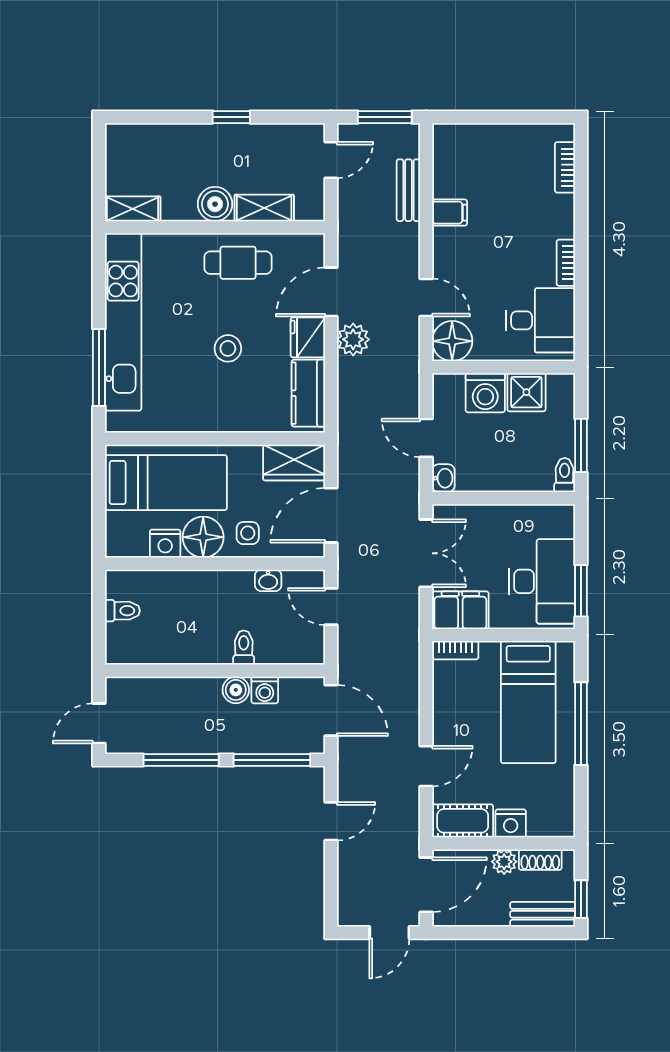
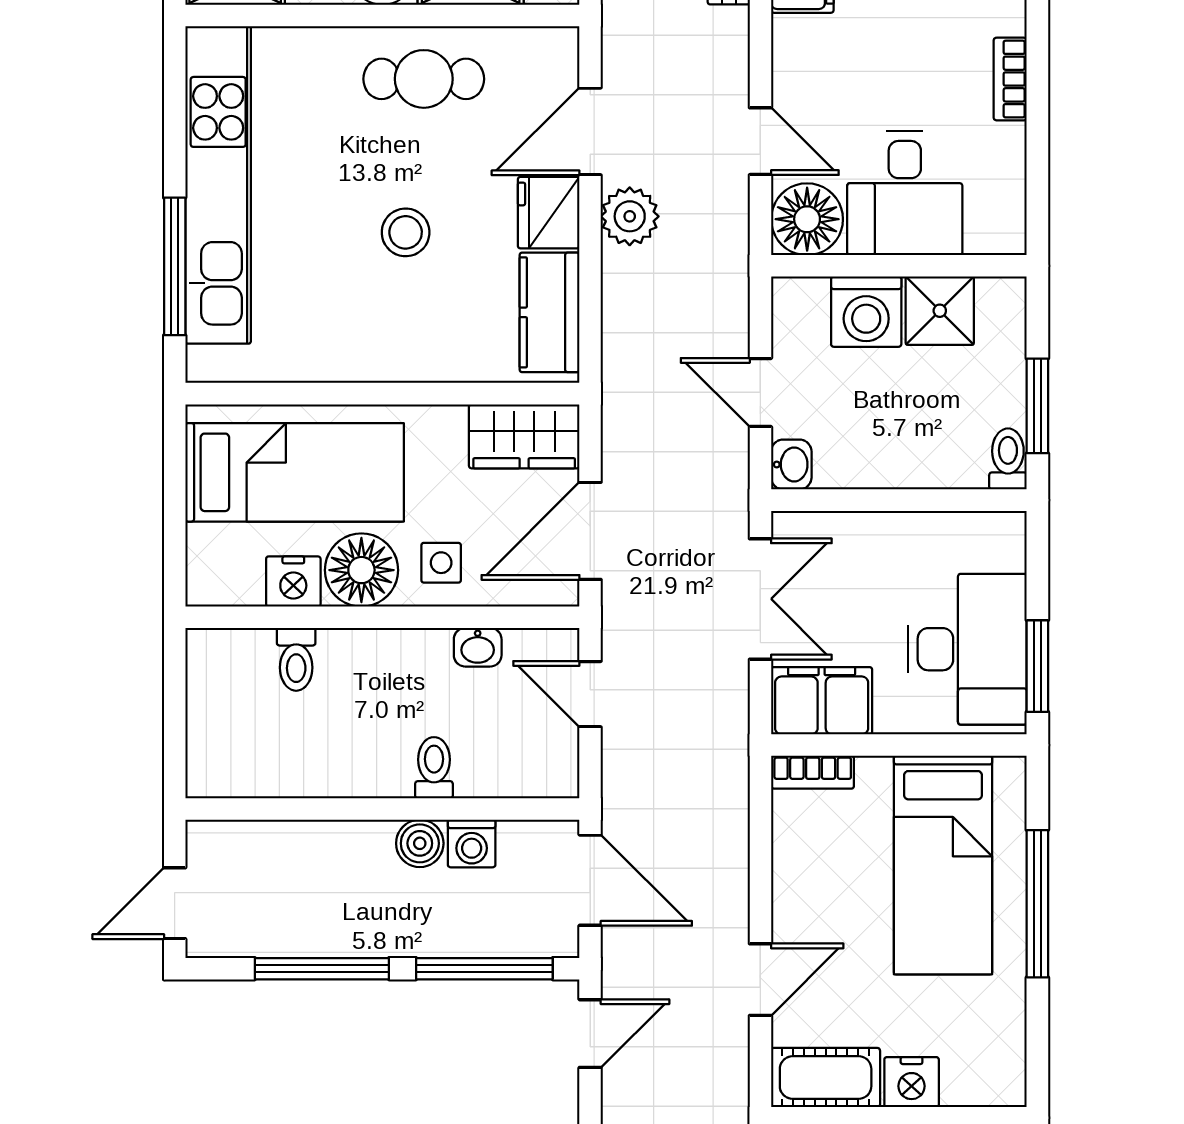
desk: (540, 320) -> (905, 193), moved, turned 90
toilet: (122, 611) -> (296, 659), moved, turned 90
door: (331, 821) -> (590, 1034), moved

